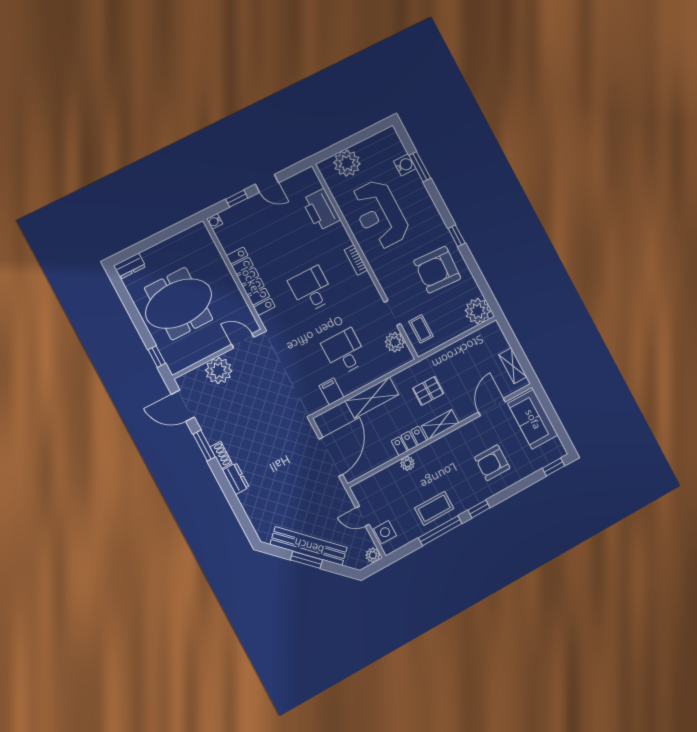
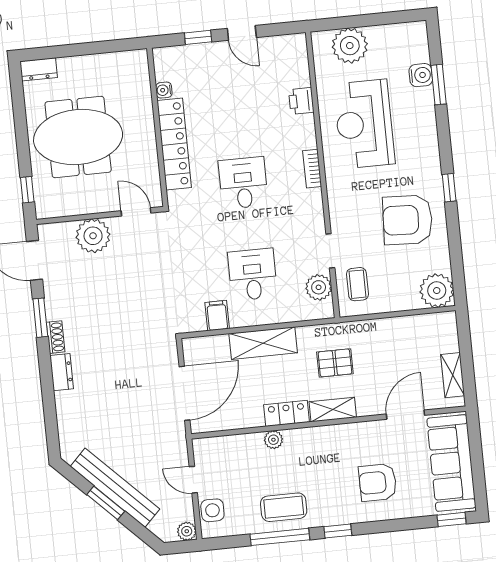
printer: (321, 210) -> (301, 101), width x0.53, depth x0.68
water cooler: (215, 221) -> (164, 90), moved
sofa: (533, 419) -> (451, 463), width x1.36

